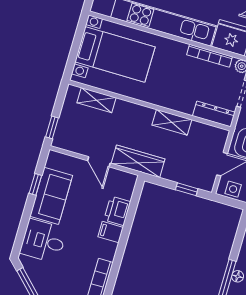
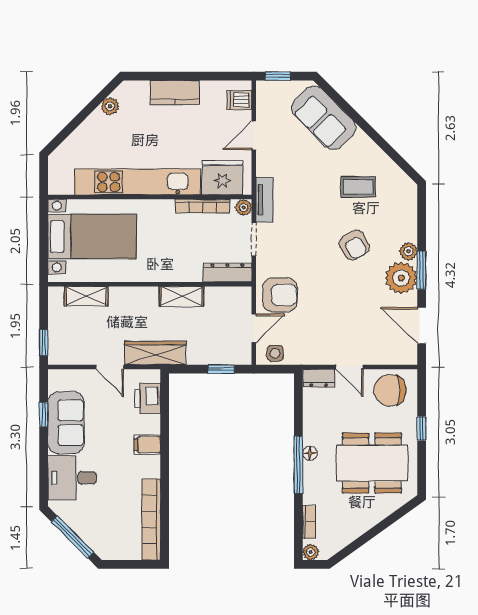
printer: (117, 211) -> (148, 398), moved

